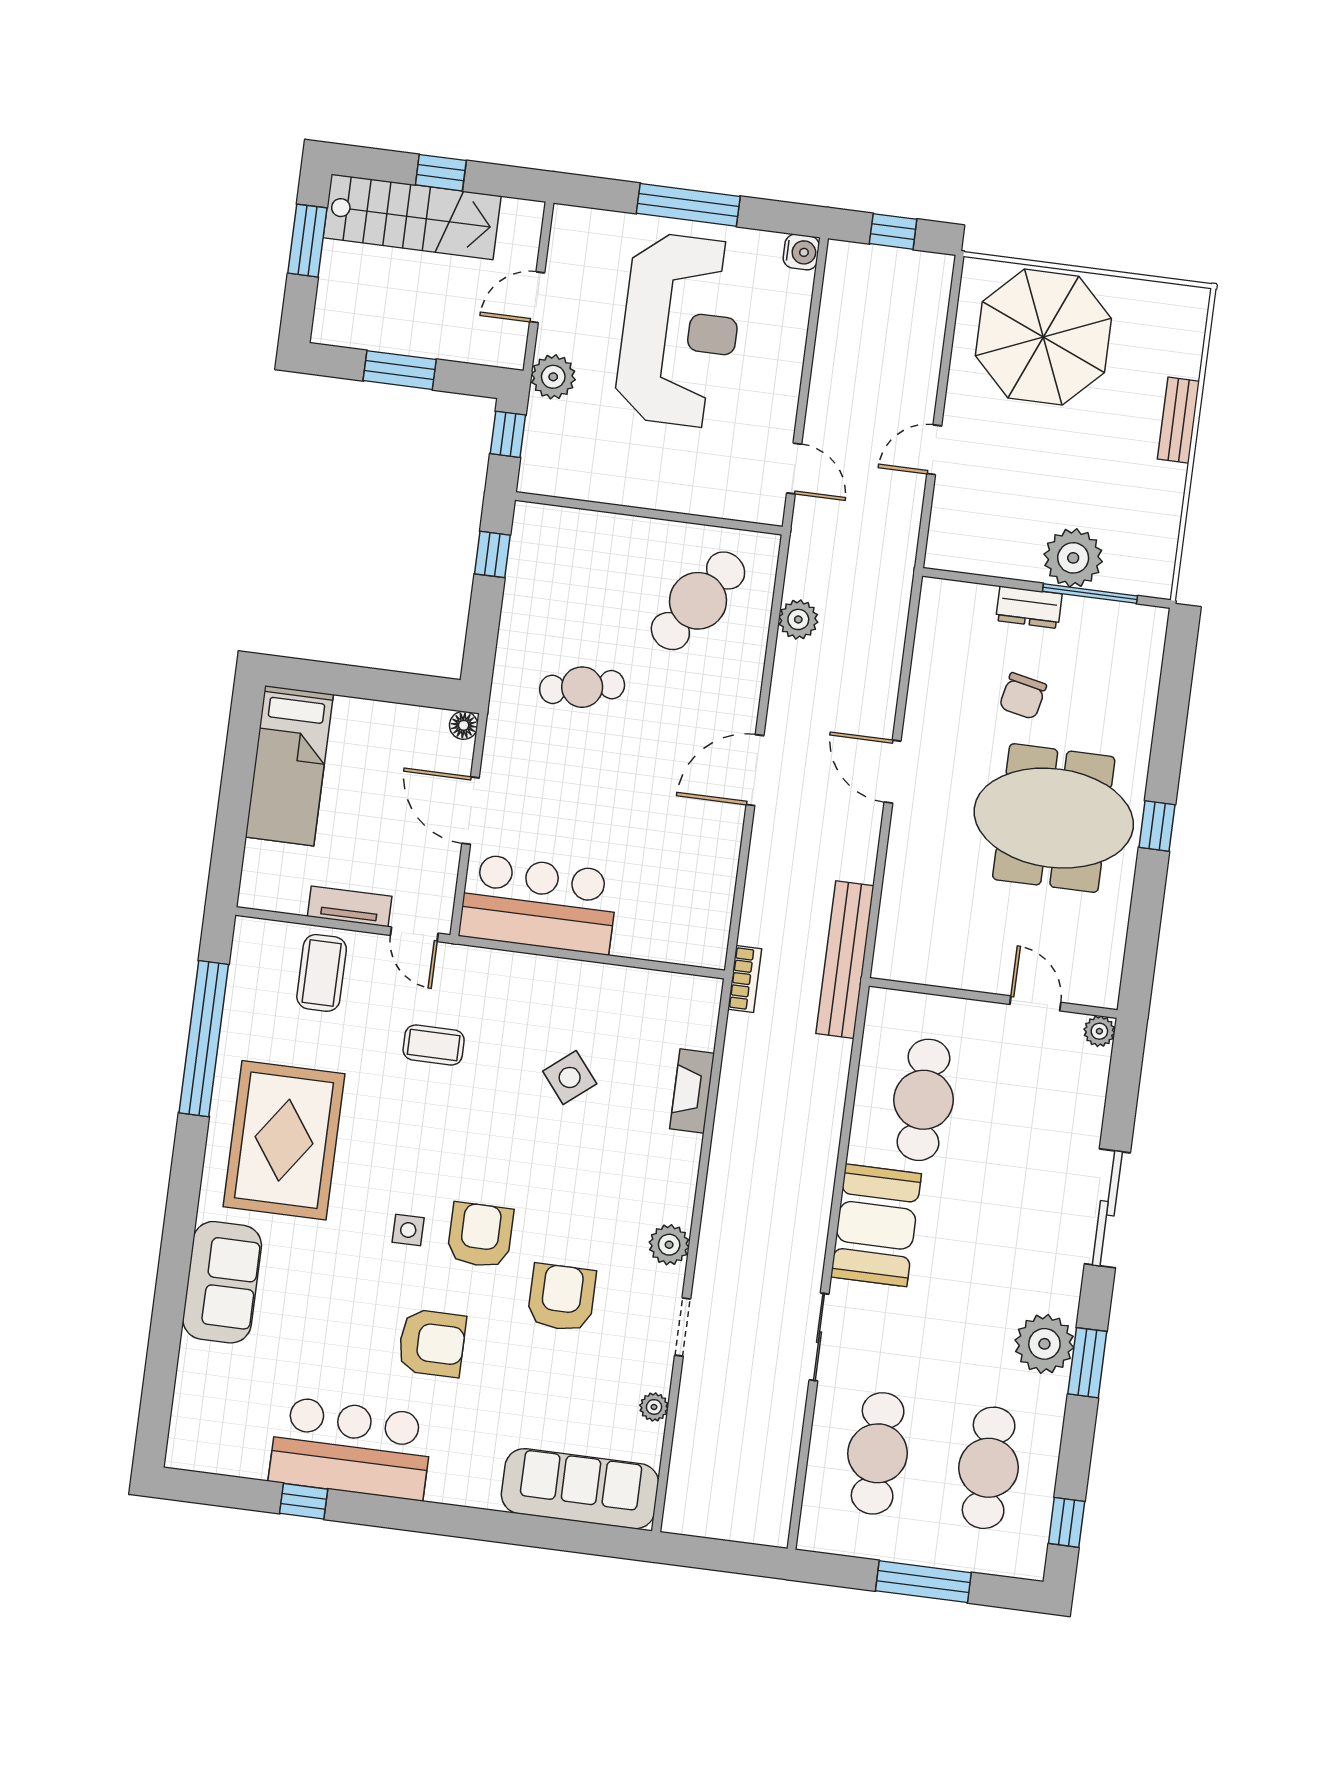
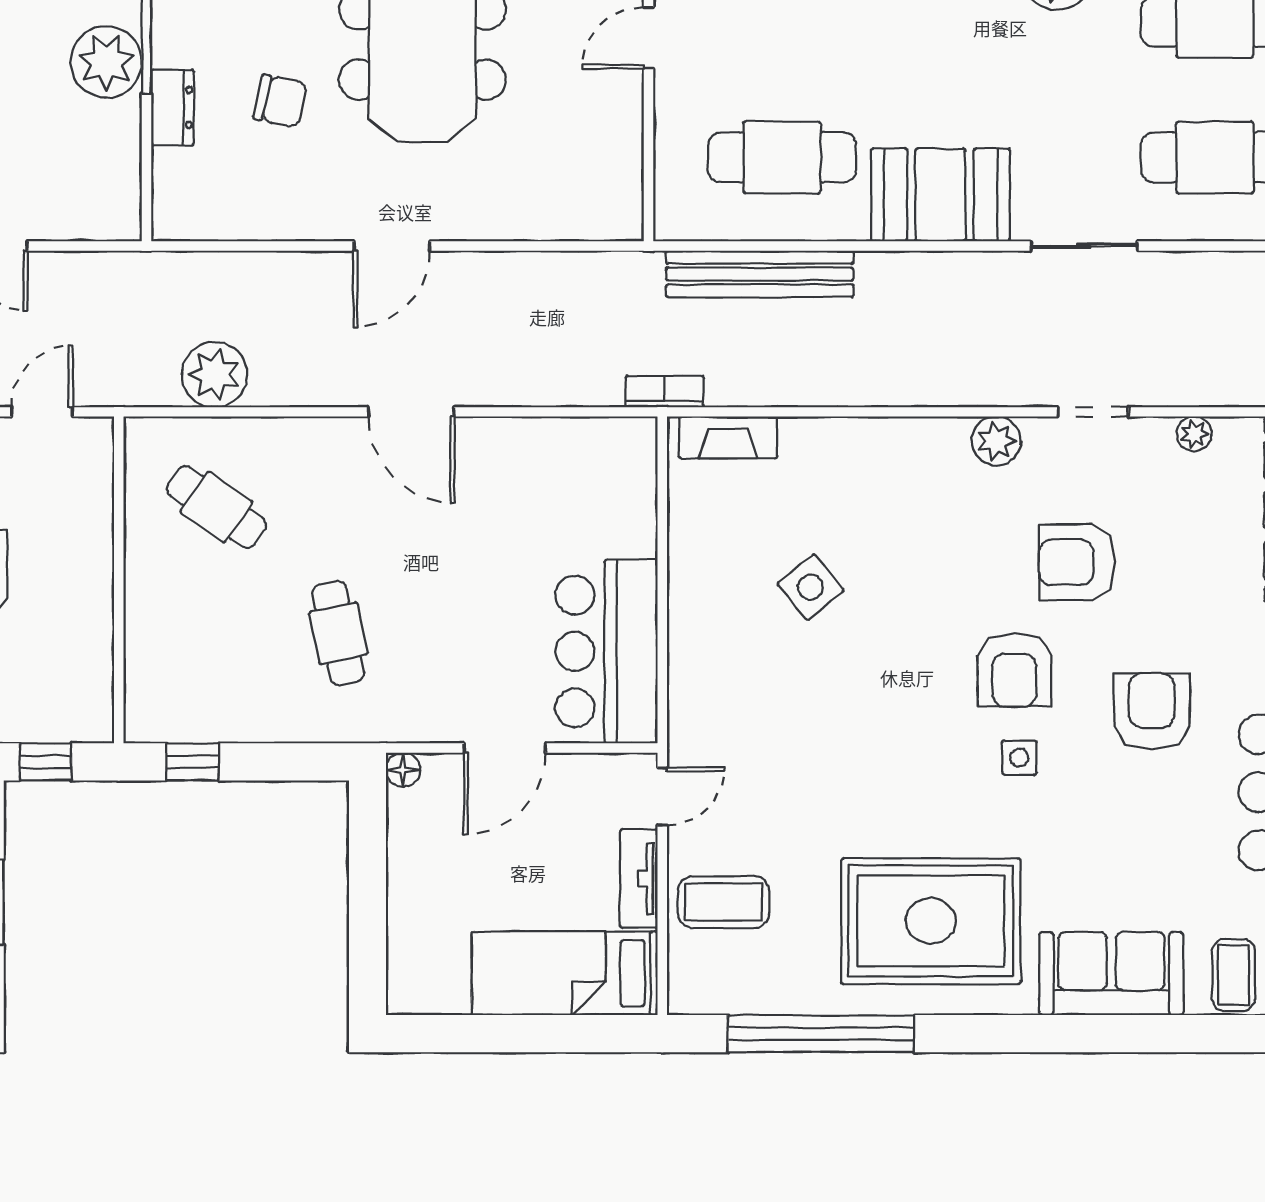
cafe table: (698, 601) -> (216, 507), width x0.73, depth x0.74
plant: (798, 619) -> (215, 375), width x1.36, depth x1.36
bed: (289, 766) -> (565, 973), moved, turned 180
bench: (845, 960) -> (760, 274), moved
coffee table: (434, 1045) -> (1234, 975), moved
fireplace: (692, 1091) -> (728, 437), moved
armchair: (480, 1235) -> (1014, 670), turned -90

